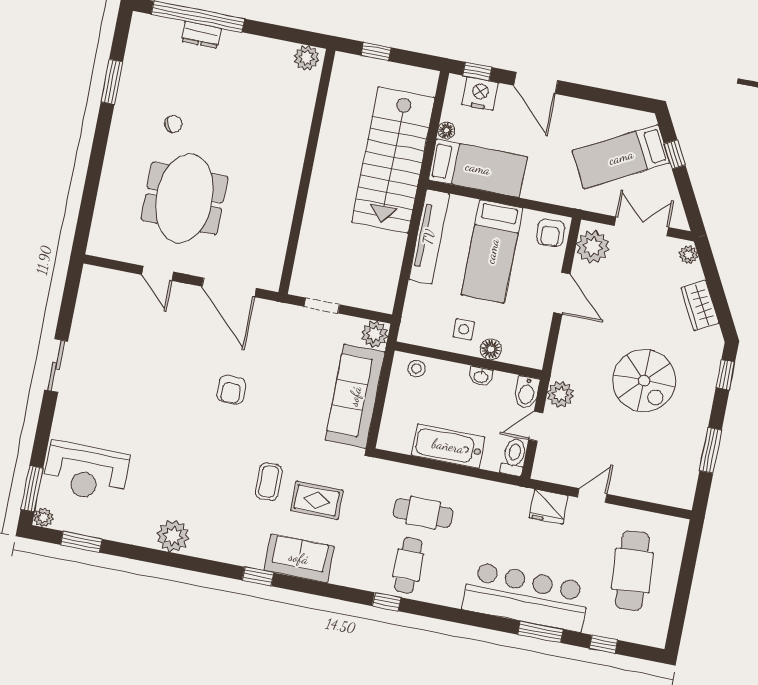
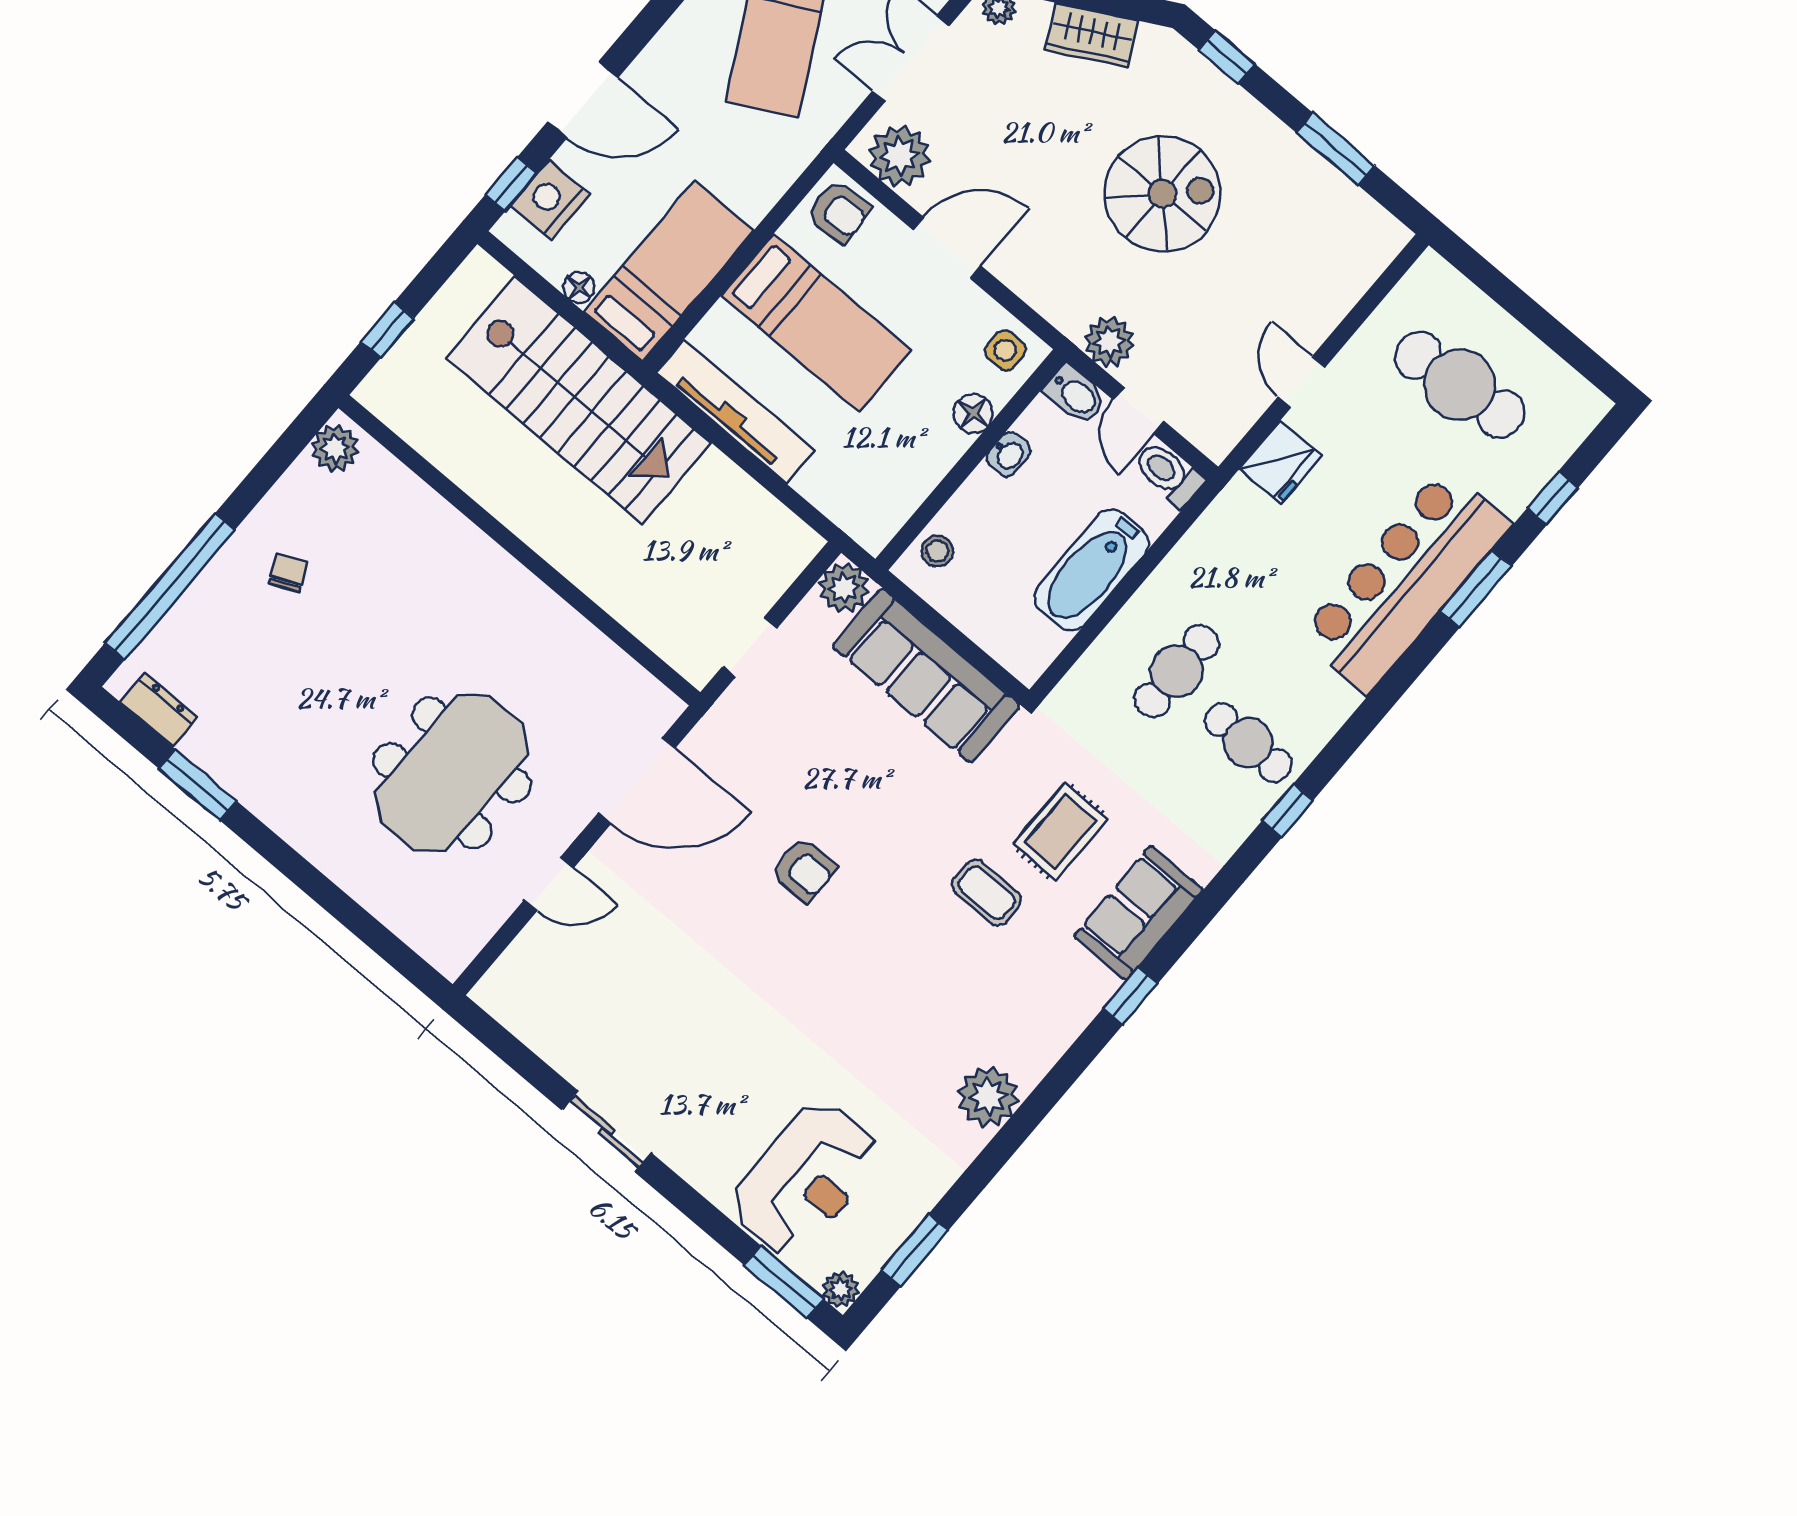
dresser: (201, 35) -> (159, 709), moved, turned -90
chair: (173, 124) -> (288, 573), moved
meeting table: (184, 198) -> (452, 773), turned 90
side table: (464, 329) -> (1005, 350), moved

